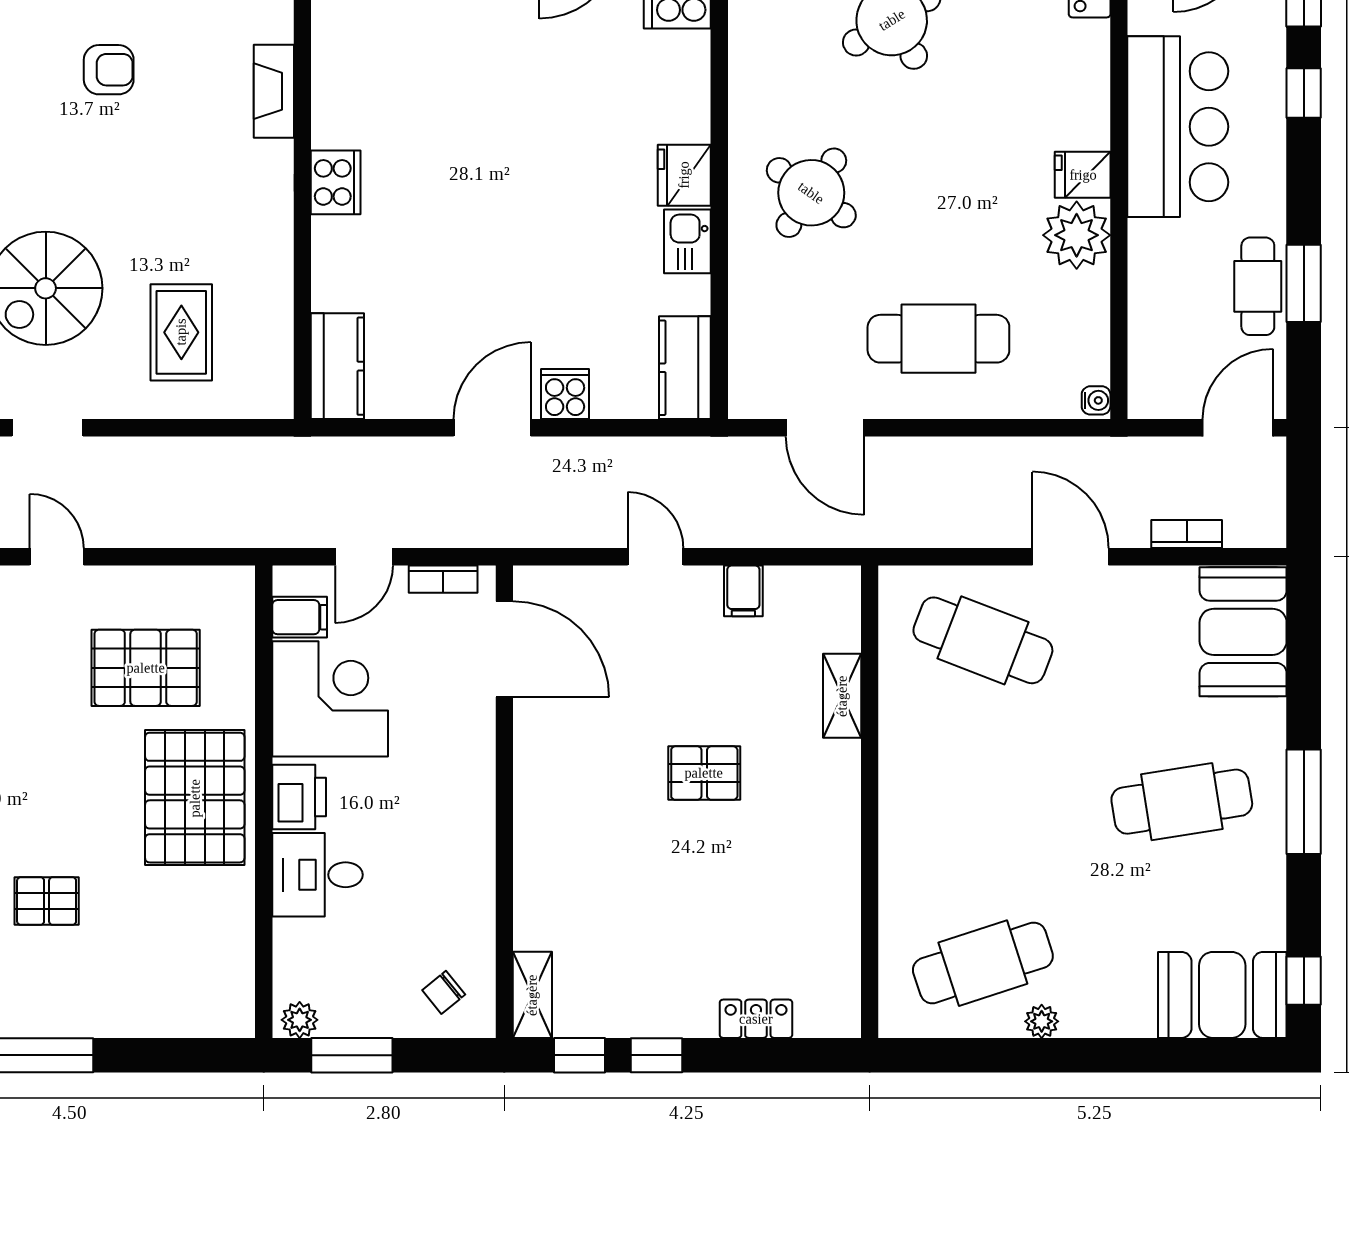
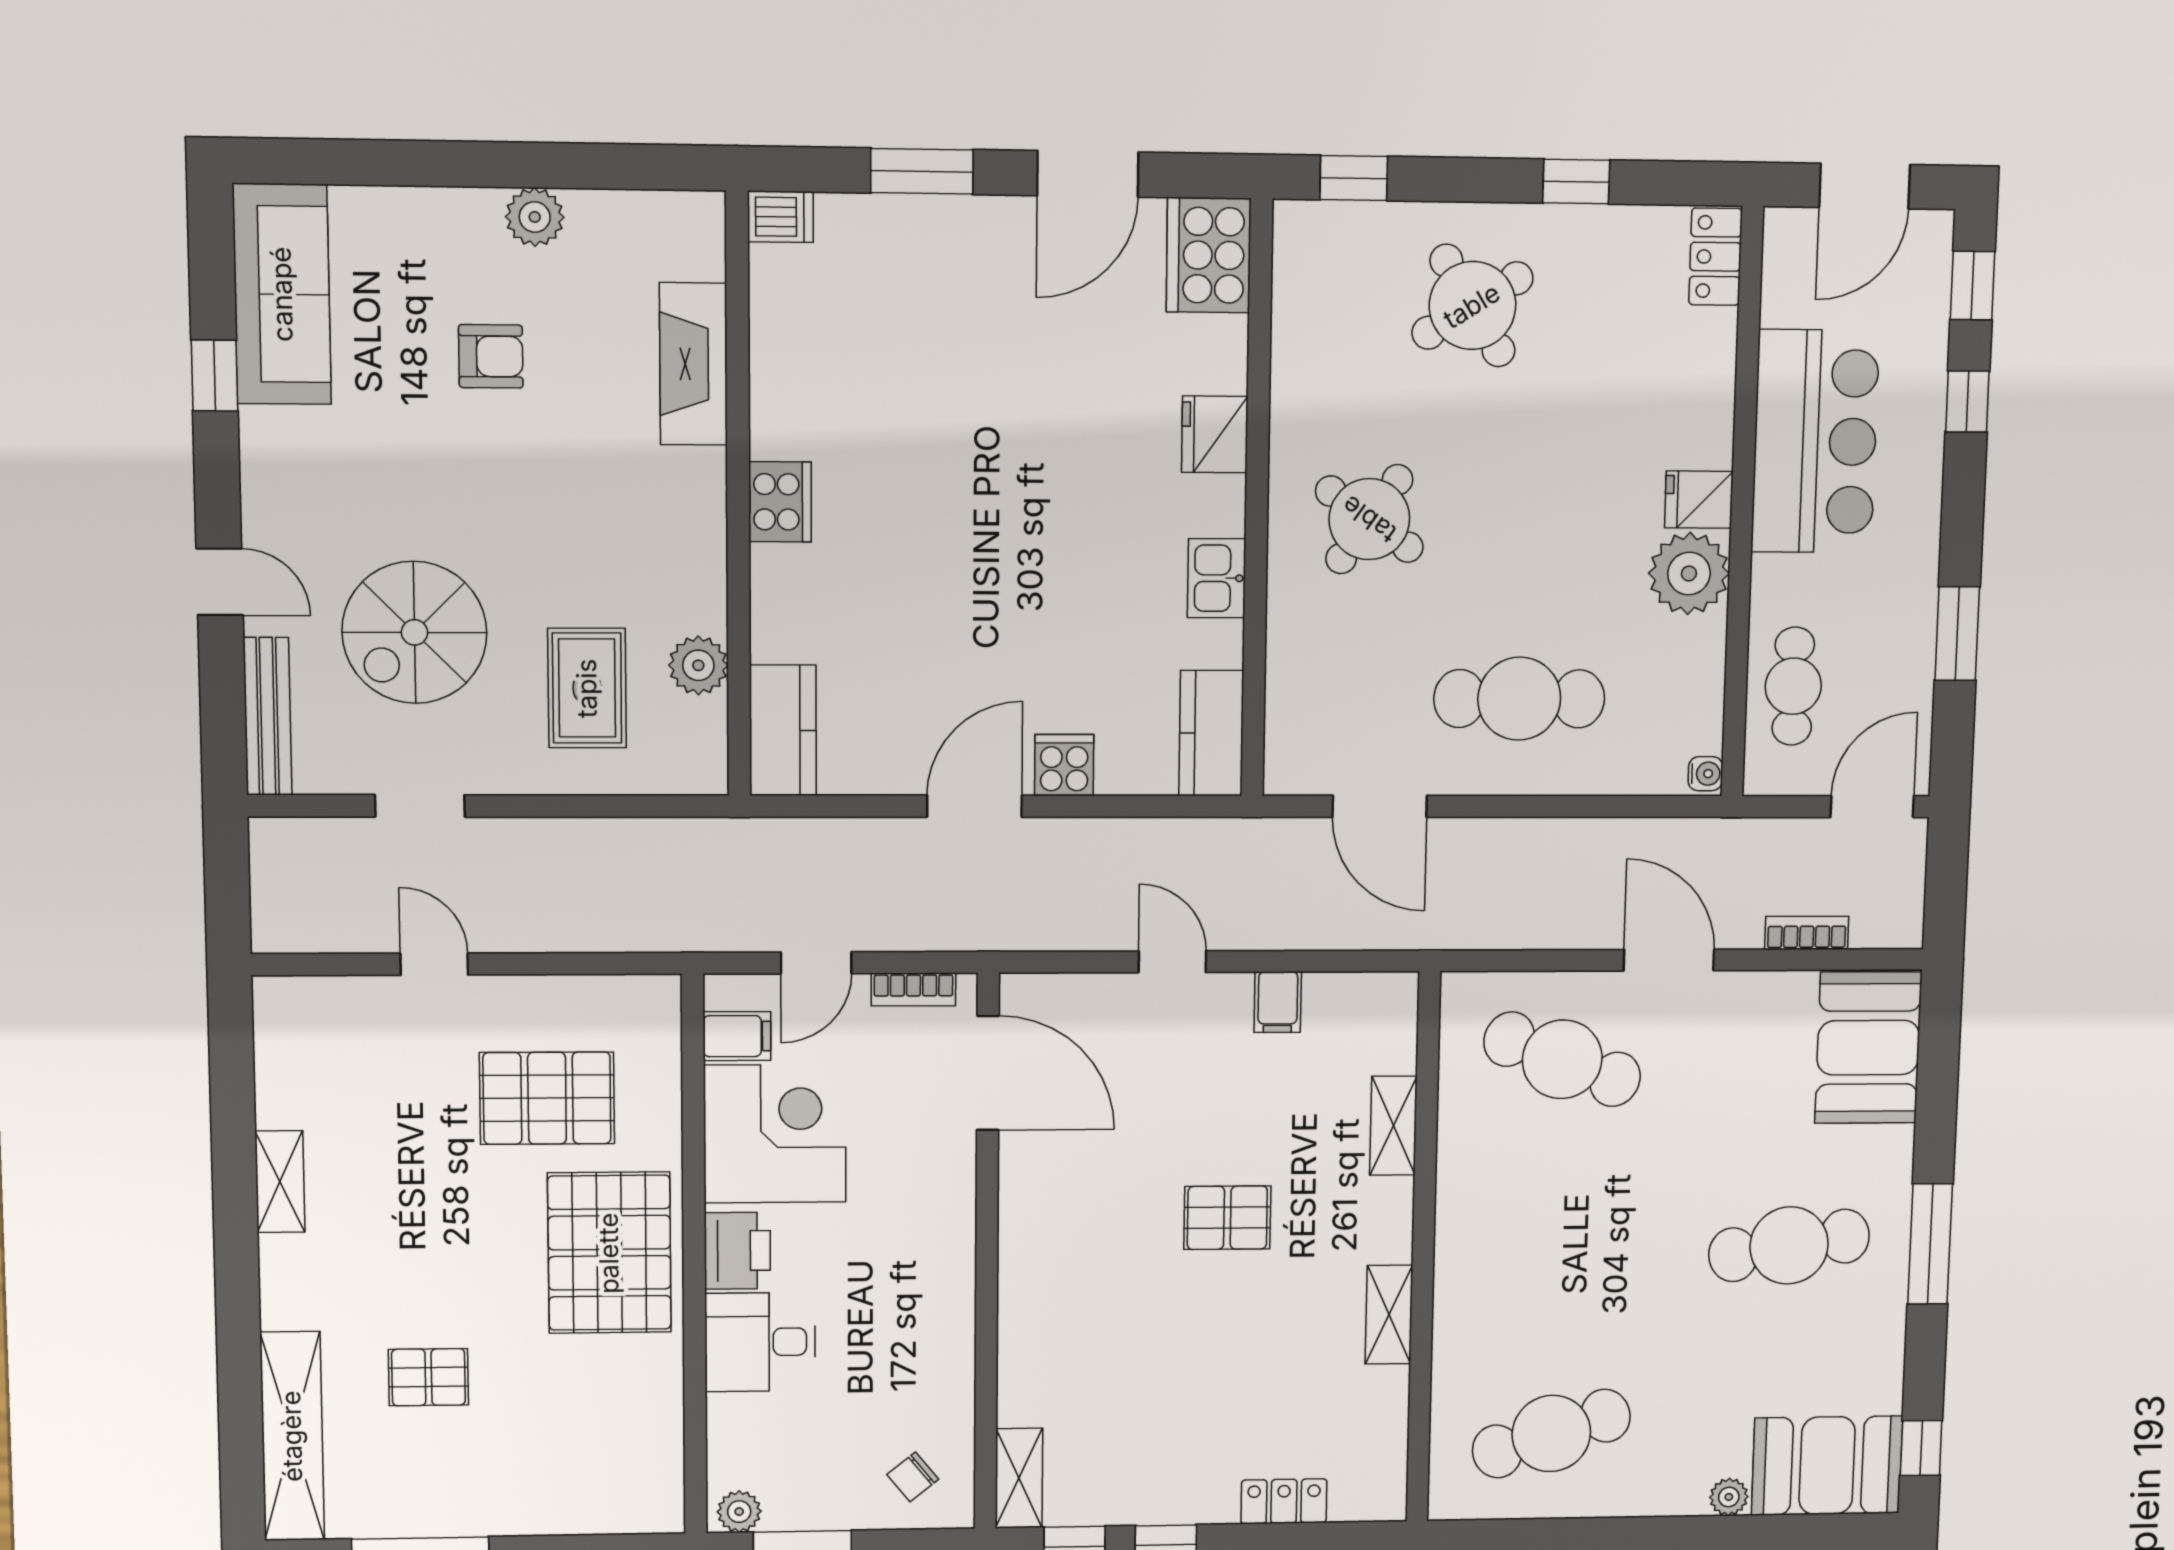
fireplace: (274, 91) -> (693, 364), width x1.37, depth x1.32
fridge: (684, 175) -> (1215, 434), moved
cafe table: (1258, 286) -> (1793, 686), moved
plant: (270, 314) -> (698, 665), added
shelving: (842, 858) -> (1389, 1315), added
plant: (1042, 1021) -> (1729, 1497), moved

